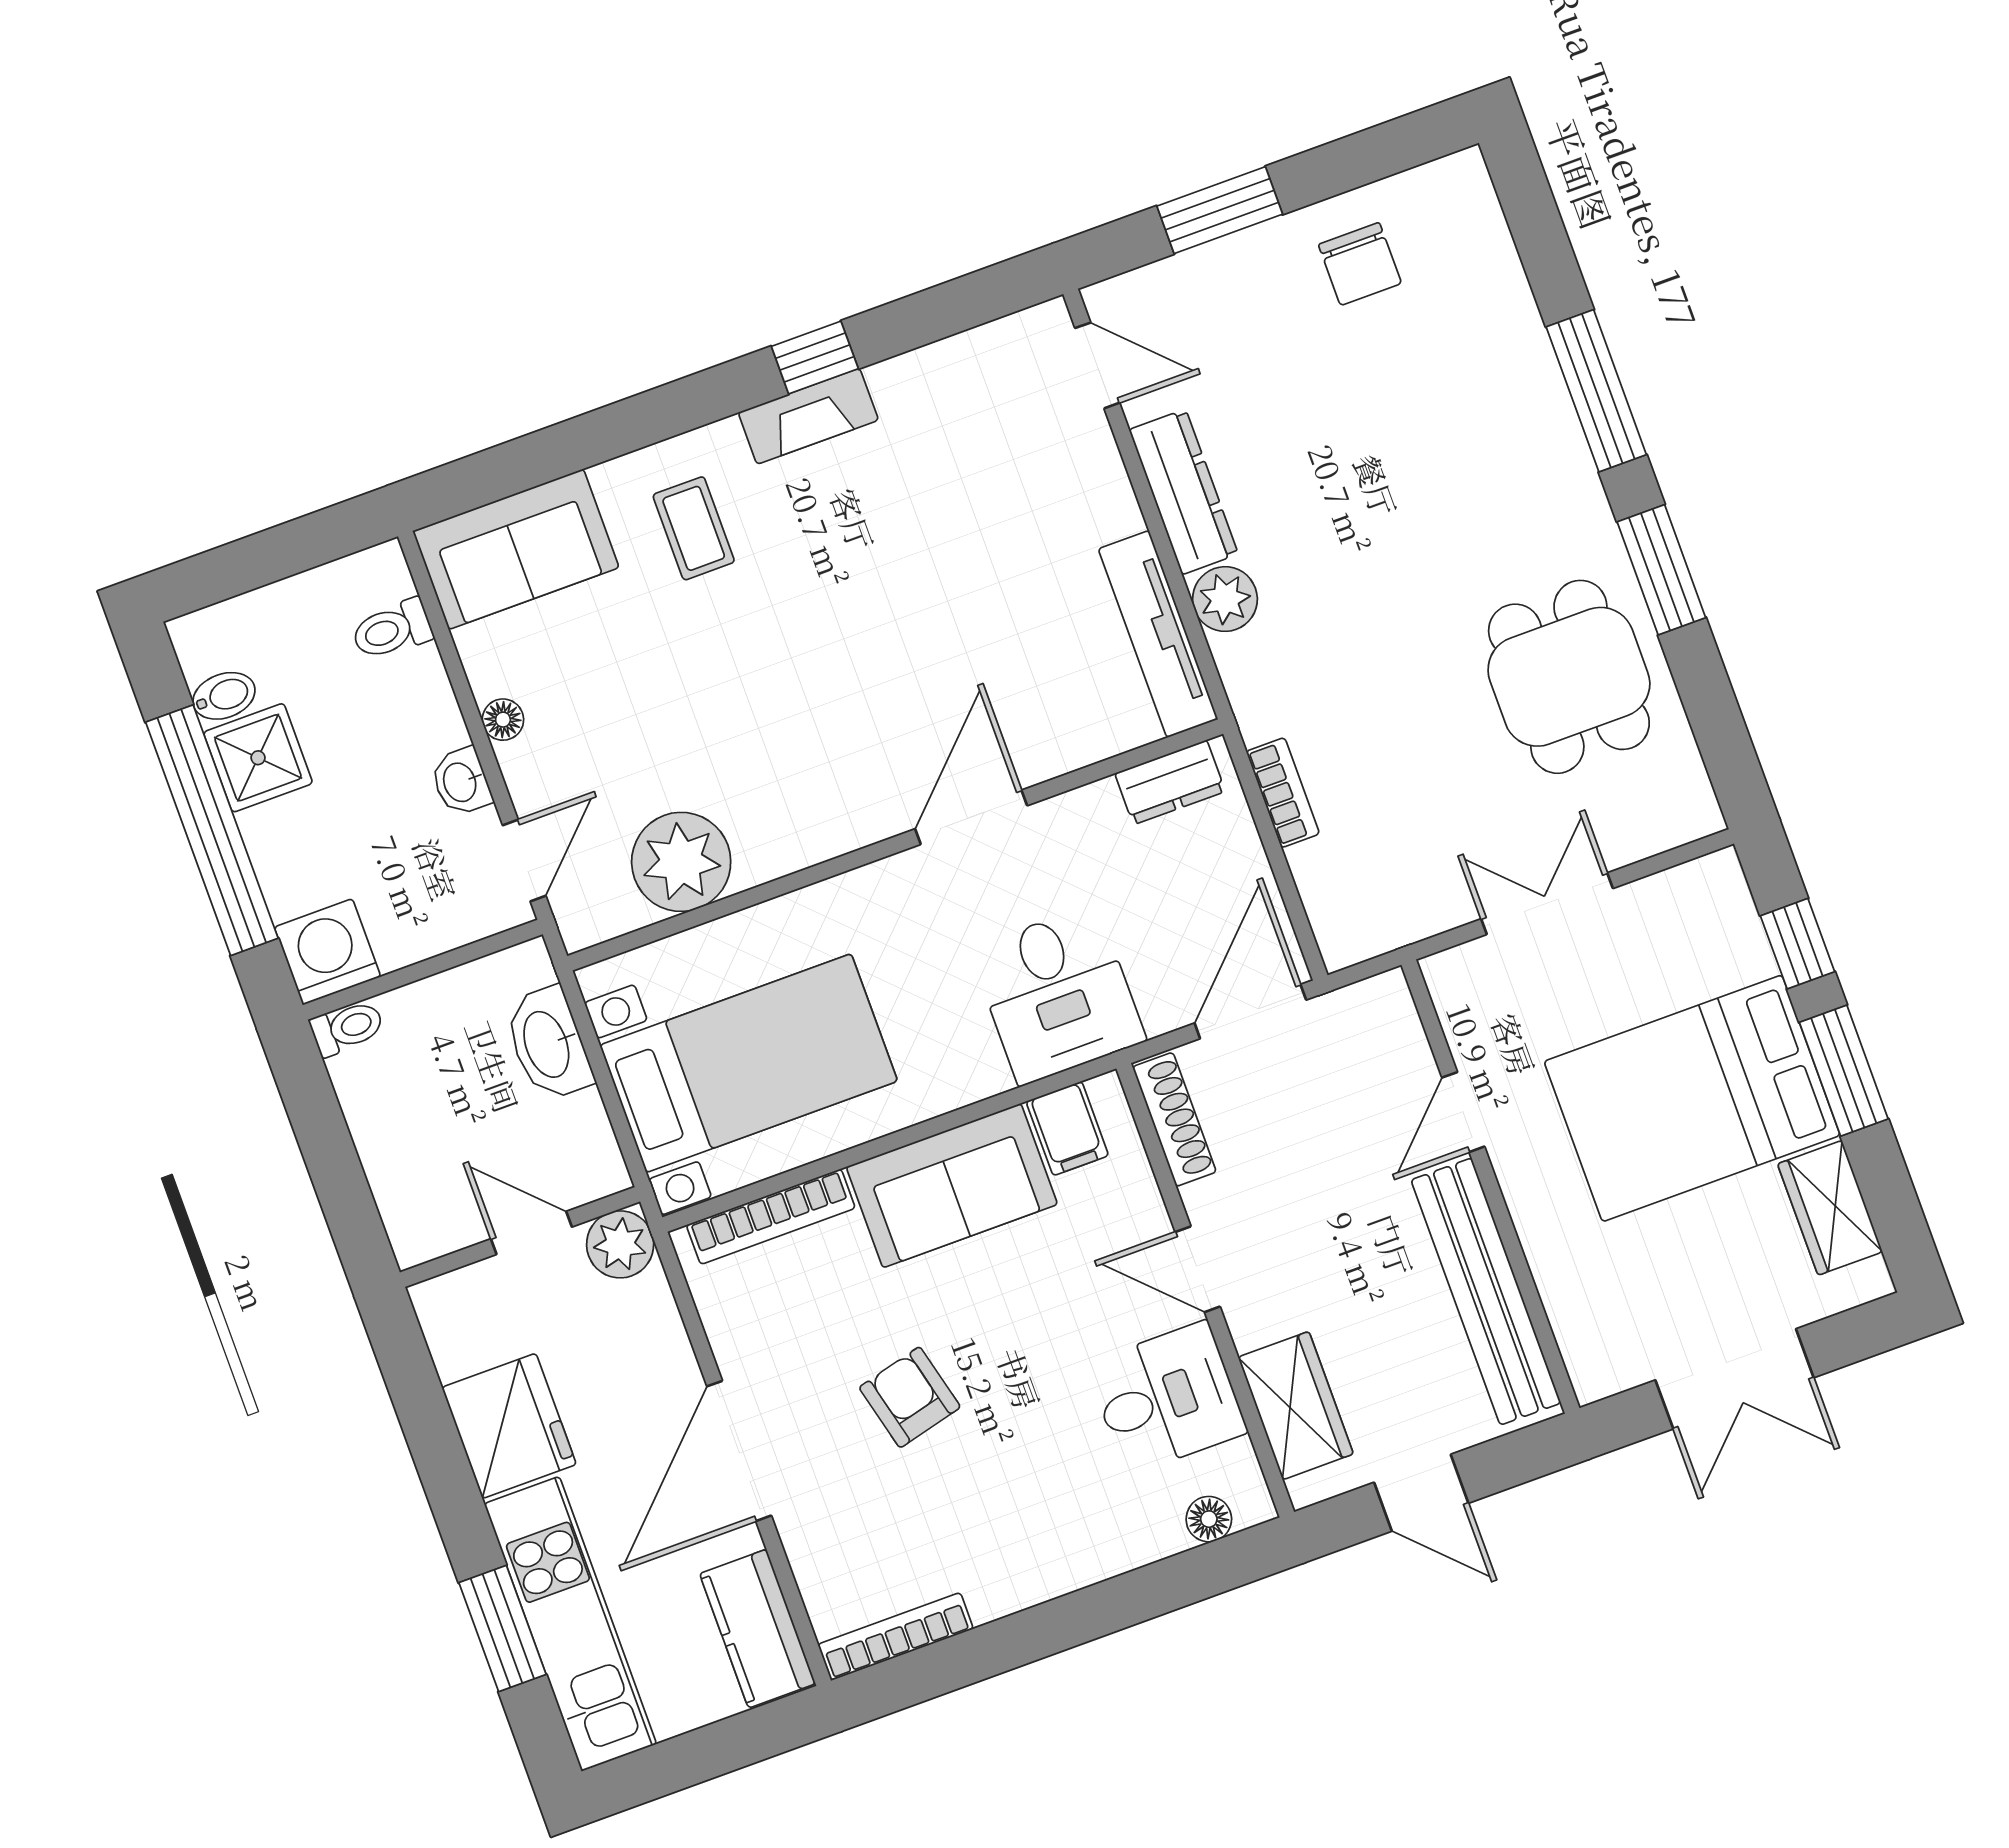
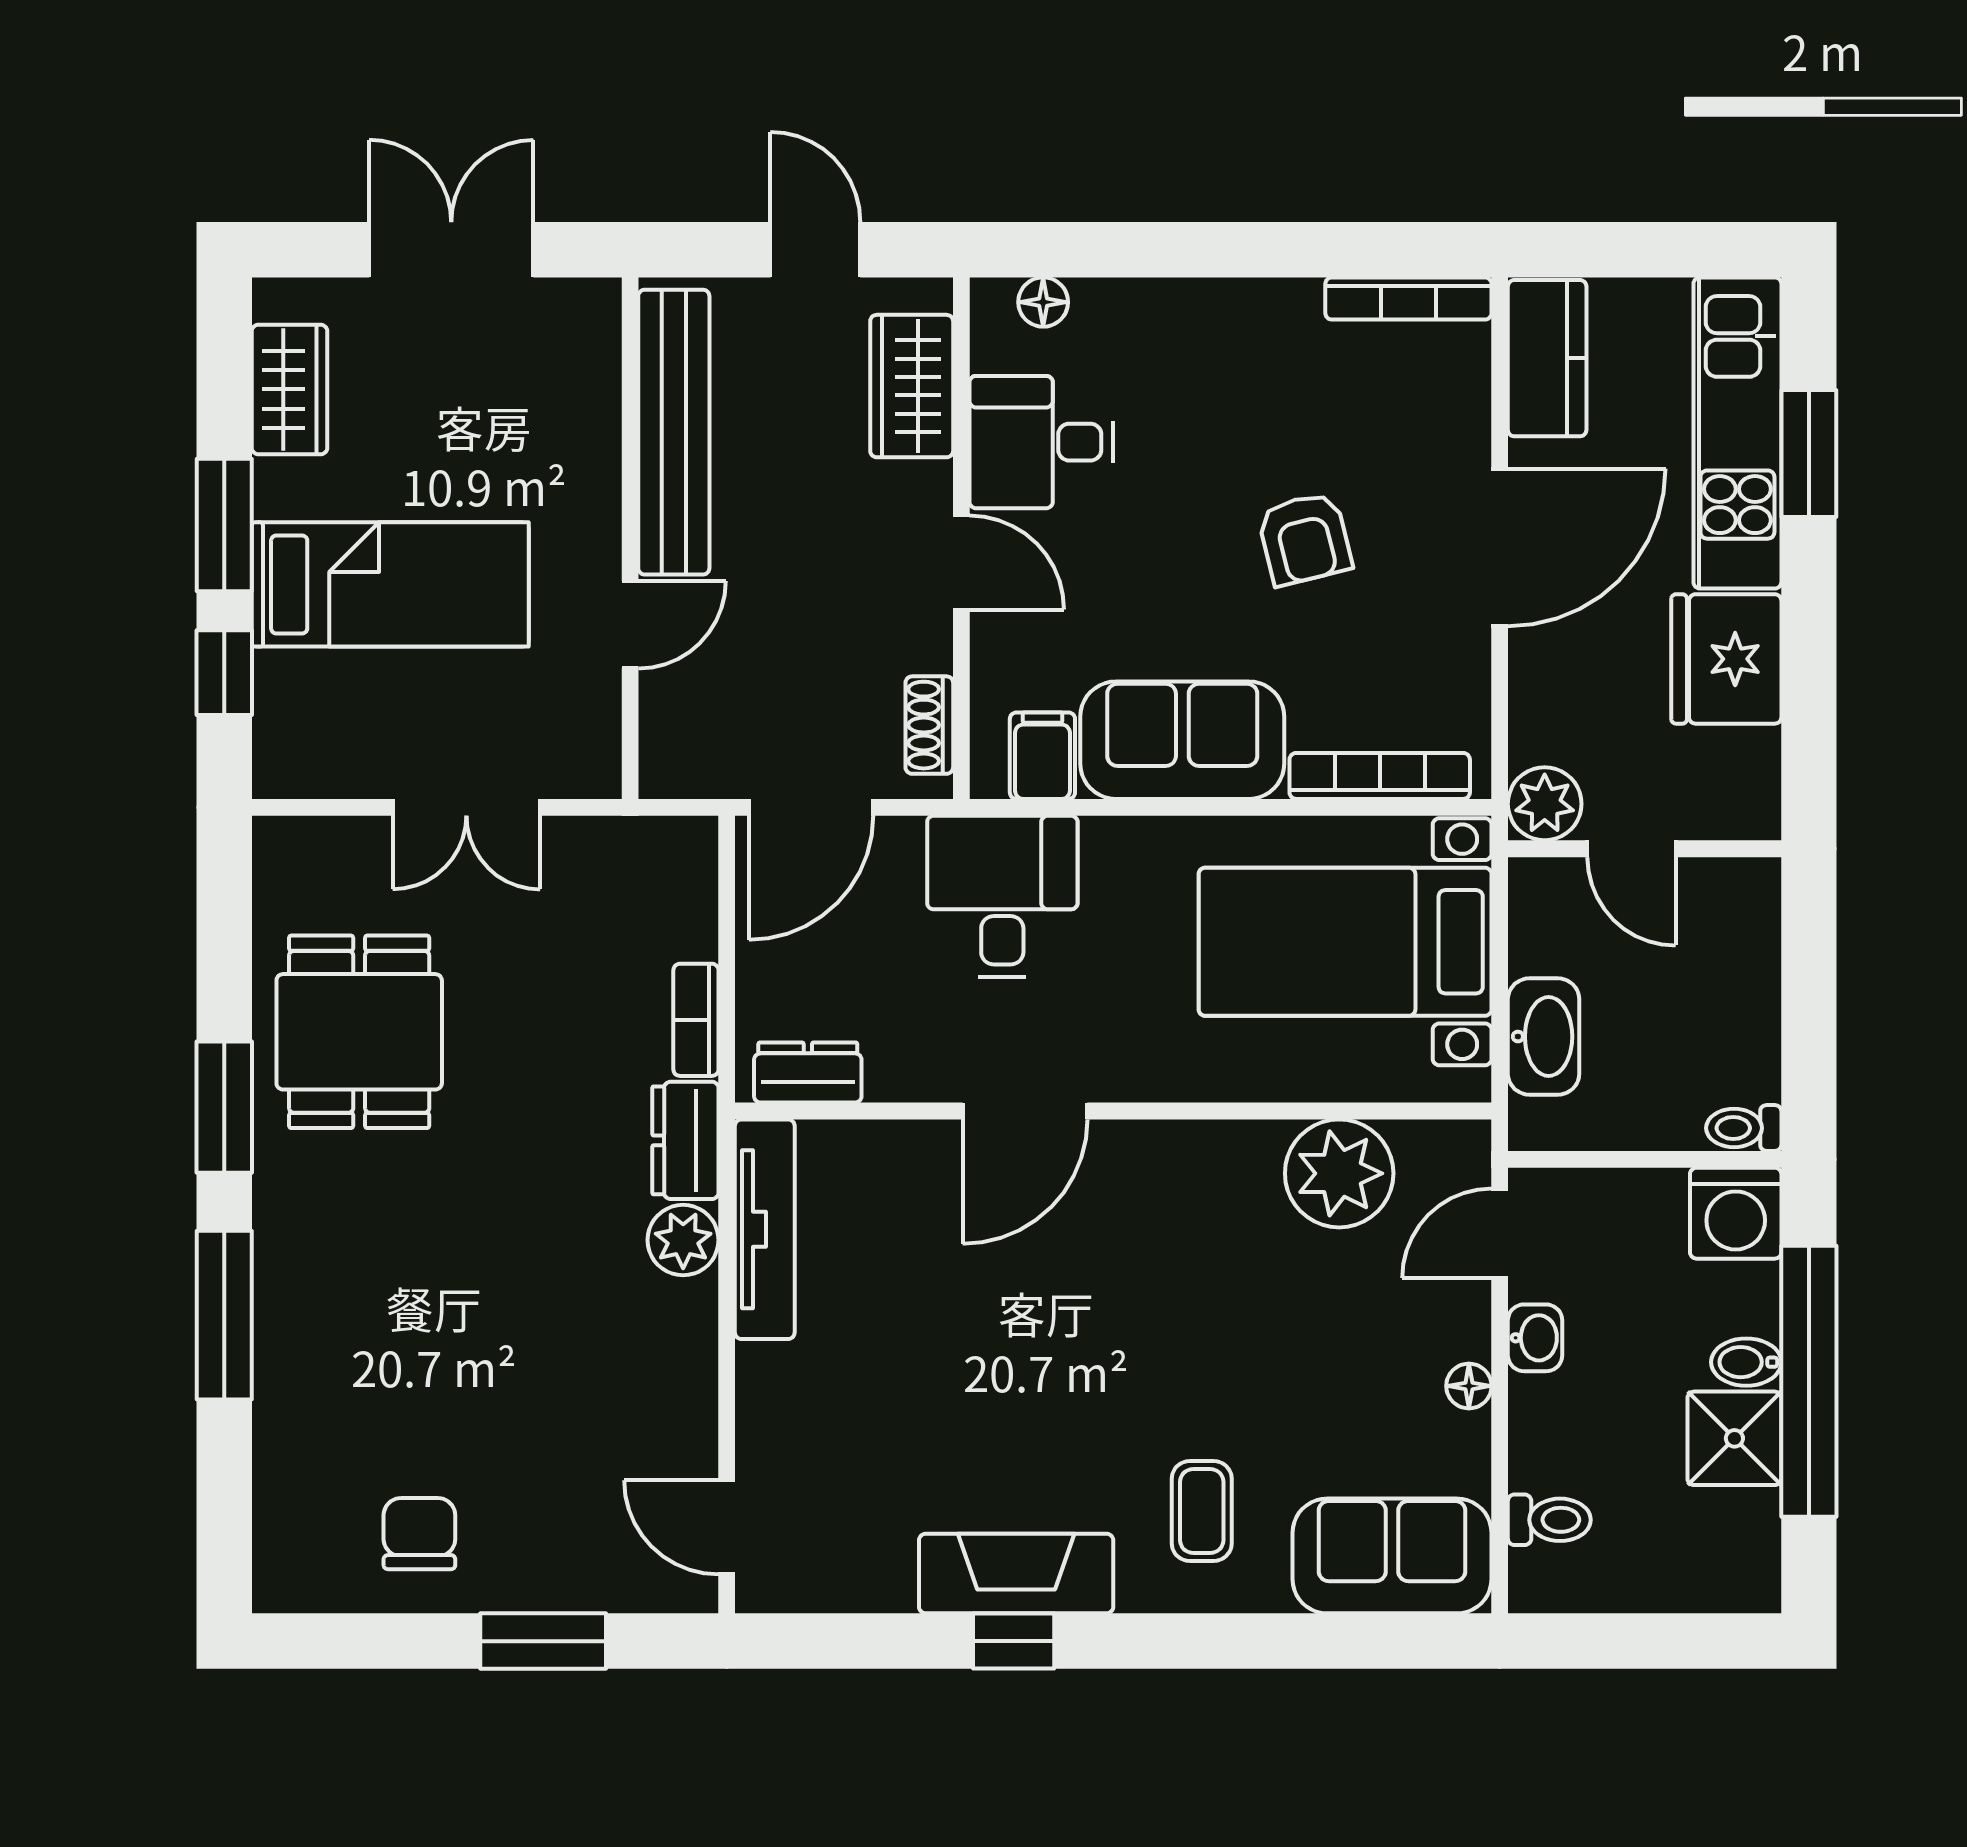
fireplace: (808, 416) -> (1016, 1574), width x1.37, depth x1.32
dresser: (1184, 492) -> (685, 1140), moved, width x0.70
bidet: (224, 696) -> (1746, 1362), moved
bed: (1692, 1098) -> (390, 584), width x0.67
shoe rack: (1174, 1119) -> (929, 725), width x0.70

